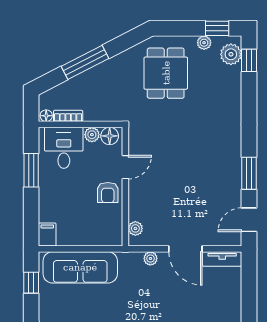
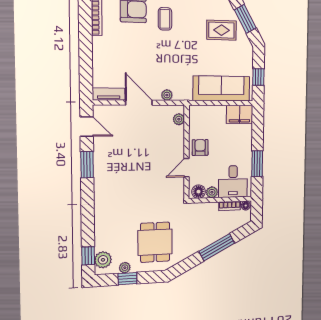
window: (217, 28) -> (127, 279), moved
door: (249, 220) -> (87, 127), hinge flipped
filing cabinet: (47, 235) -> (240, 114), width x2.00

